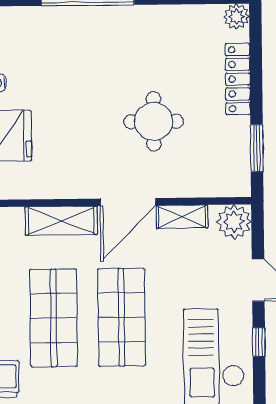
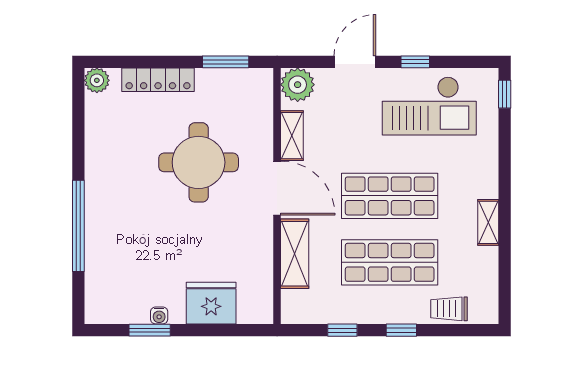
round table: (154, 121) -> (199, 162), width x1.36, depth x1.36

